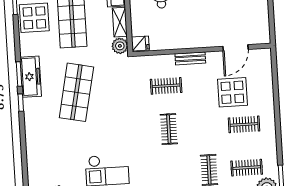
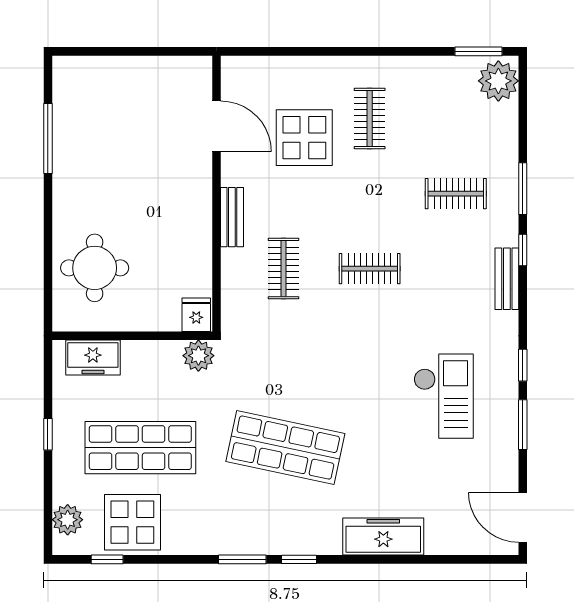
shelving: (120, 22) -> (151, 353), removed
freezer: (31, 77) -> (383, 537), moved
clothes rail: (247, 168) -> (456, 119), removed

